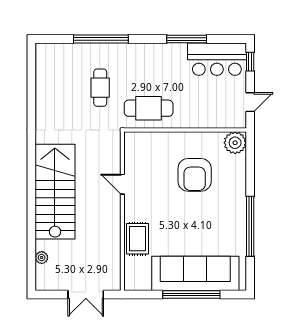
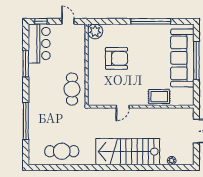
cafe table: (100, 88) -> (62, 151), moved, width x1.37, depth x1.35

